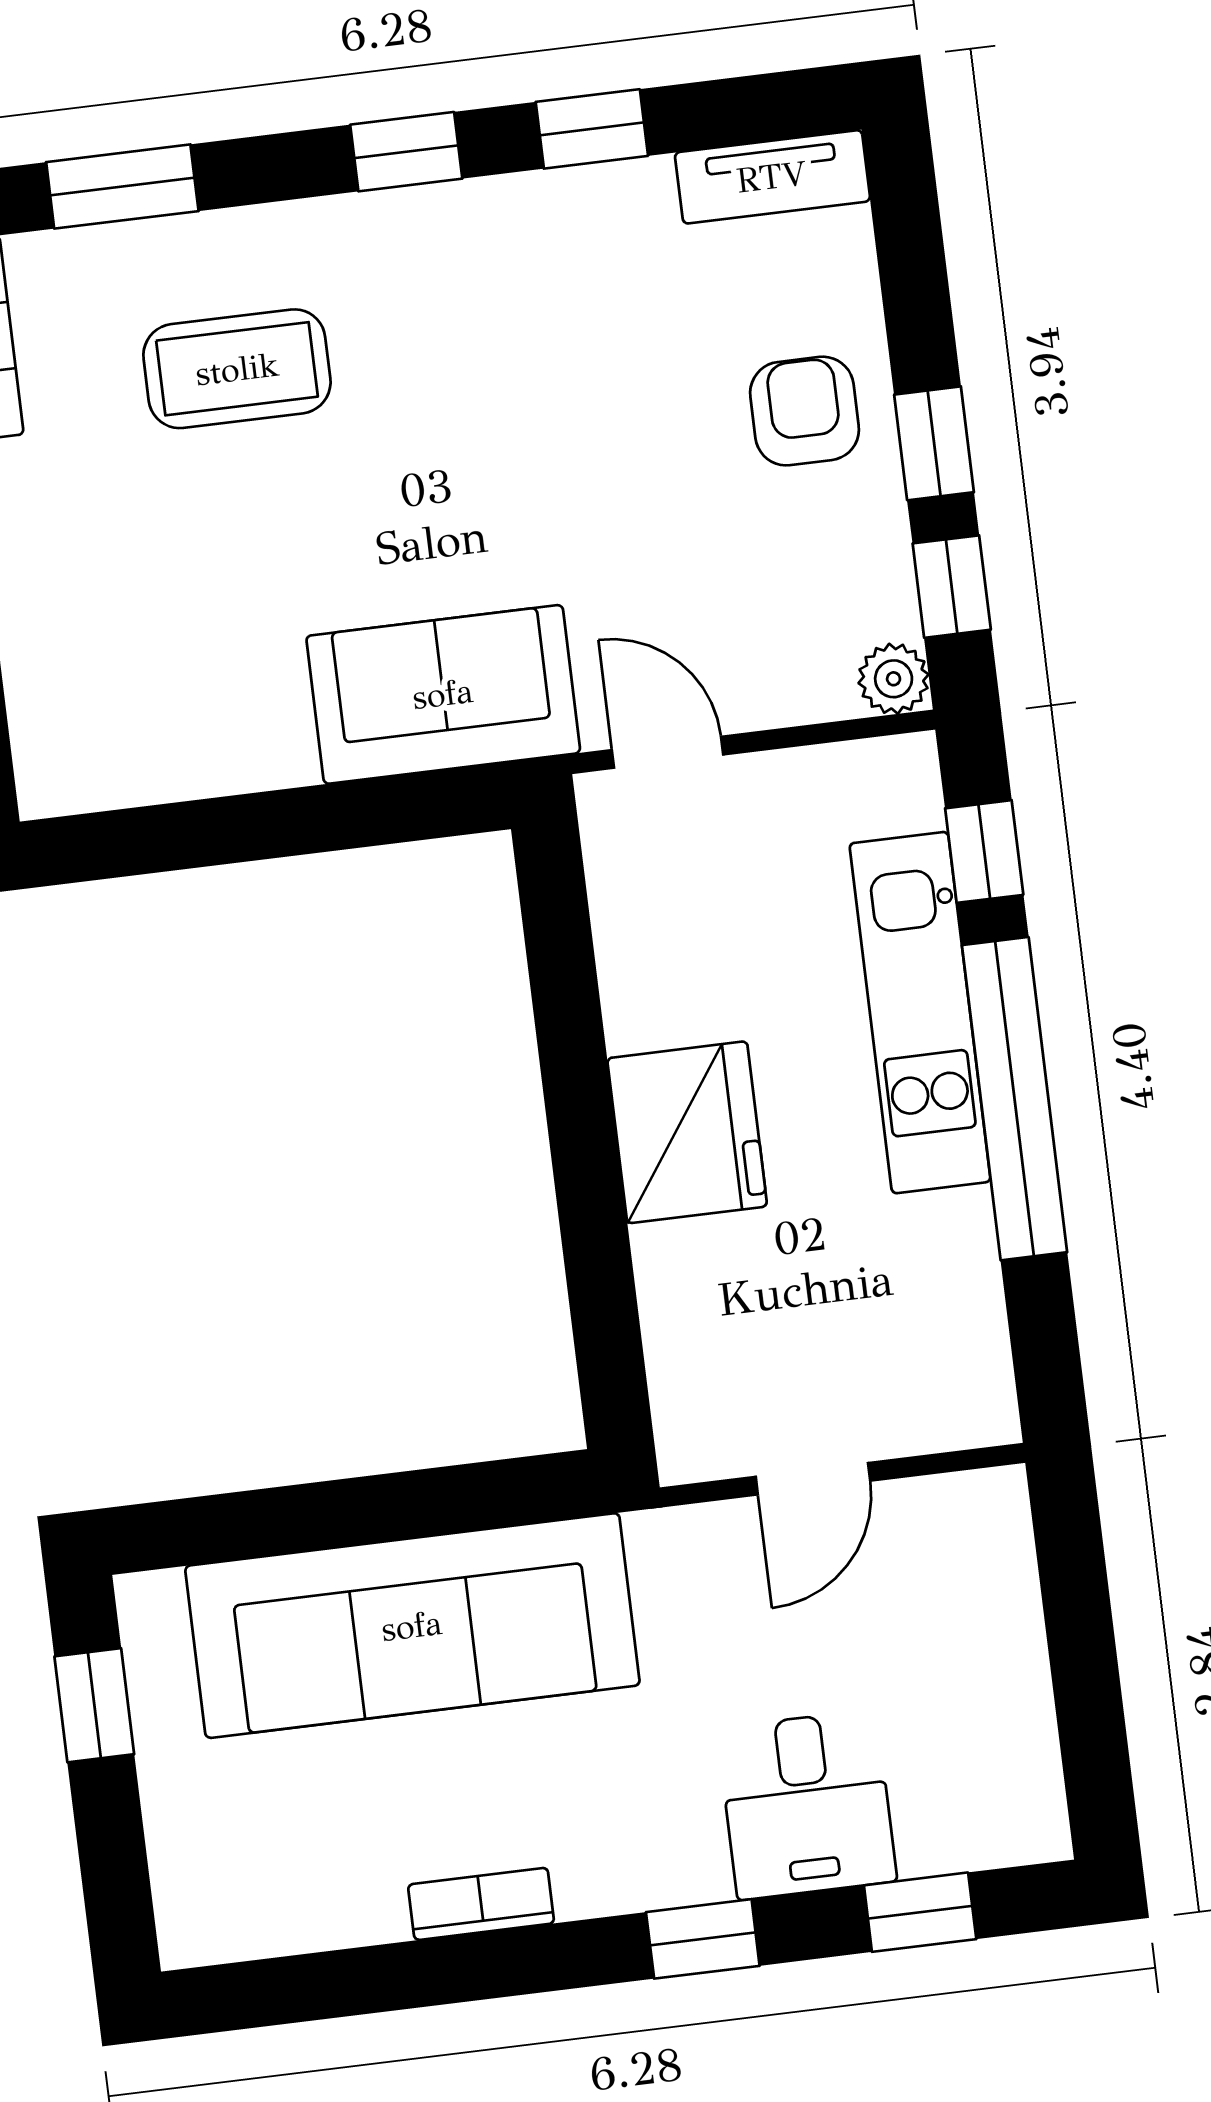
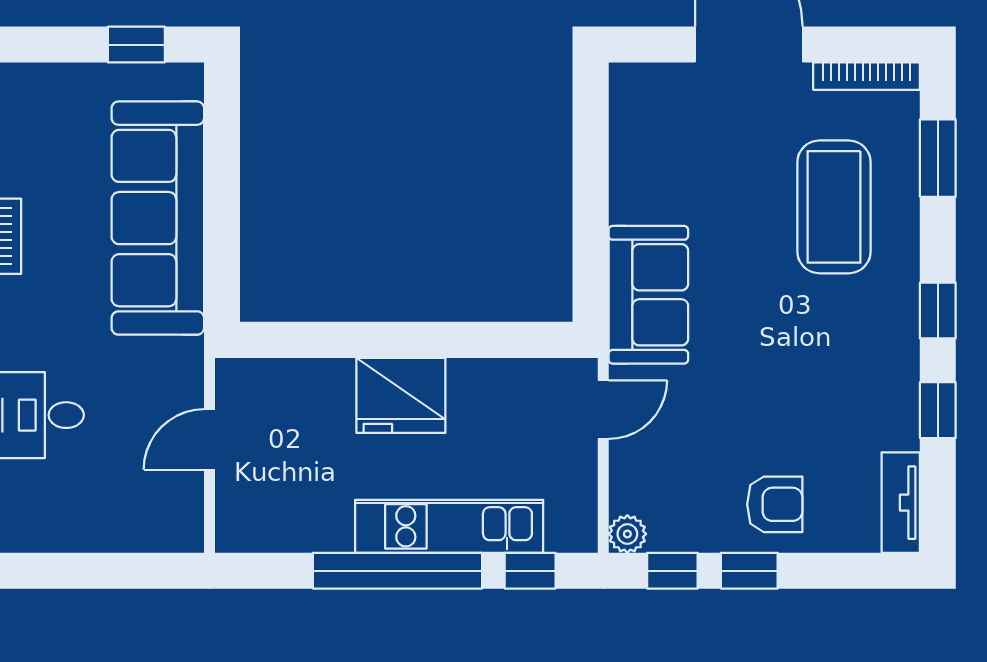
coffee table: (237, 369) -> (834, 207), width x1.36, depth x1.32
door: (813, 1479) -> (209, 439), hinge flipped

